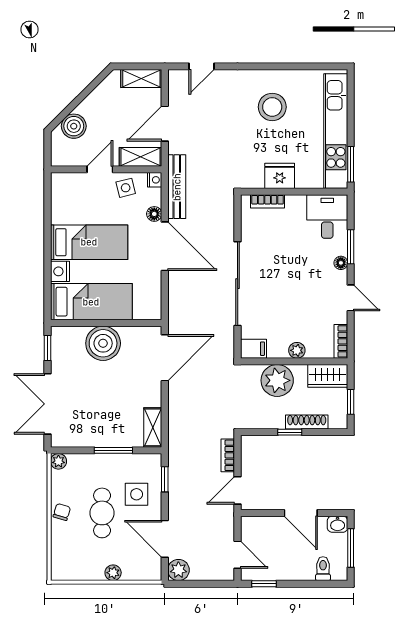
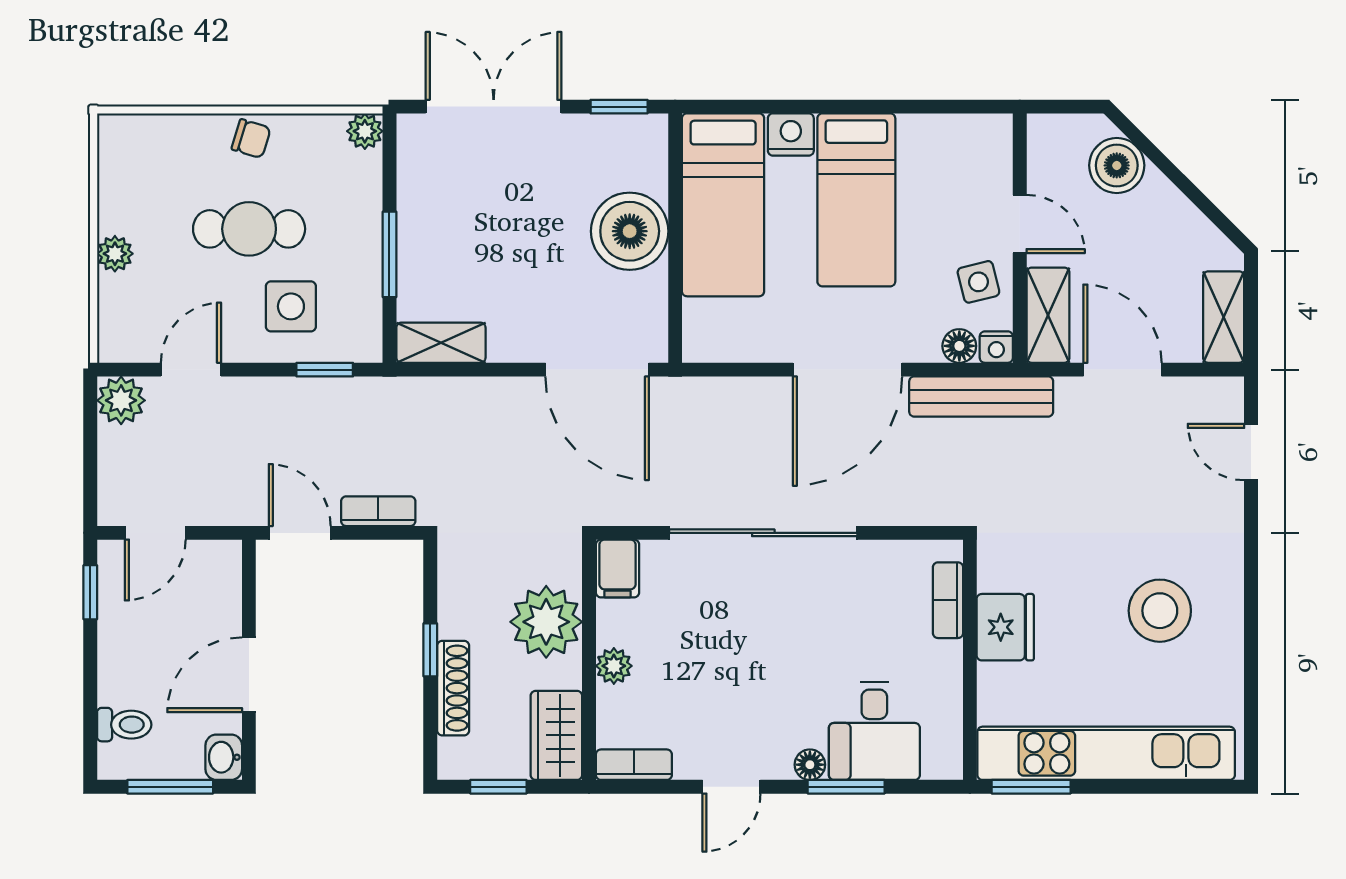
floor lamp: (154, 214) -> (959, 346), moved
desk: (327, 217) -> (874, 731), moved, turned 90
door: (165, 539) -> (191, 370), width x0.73

